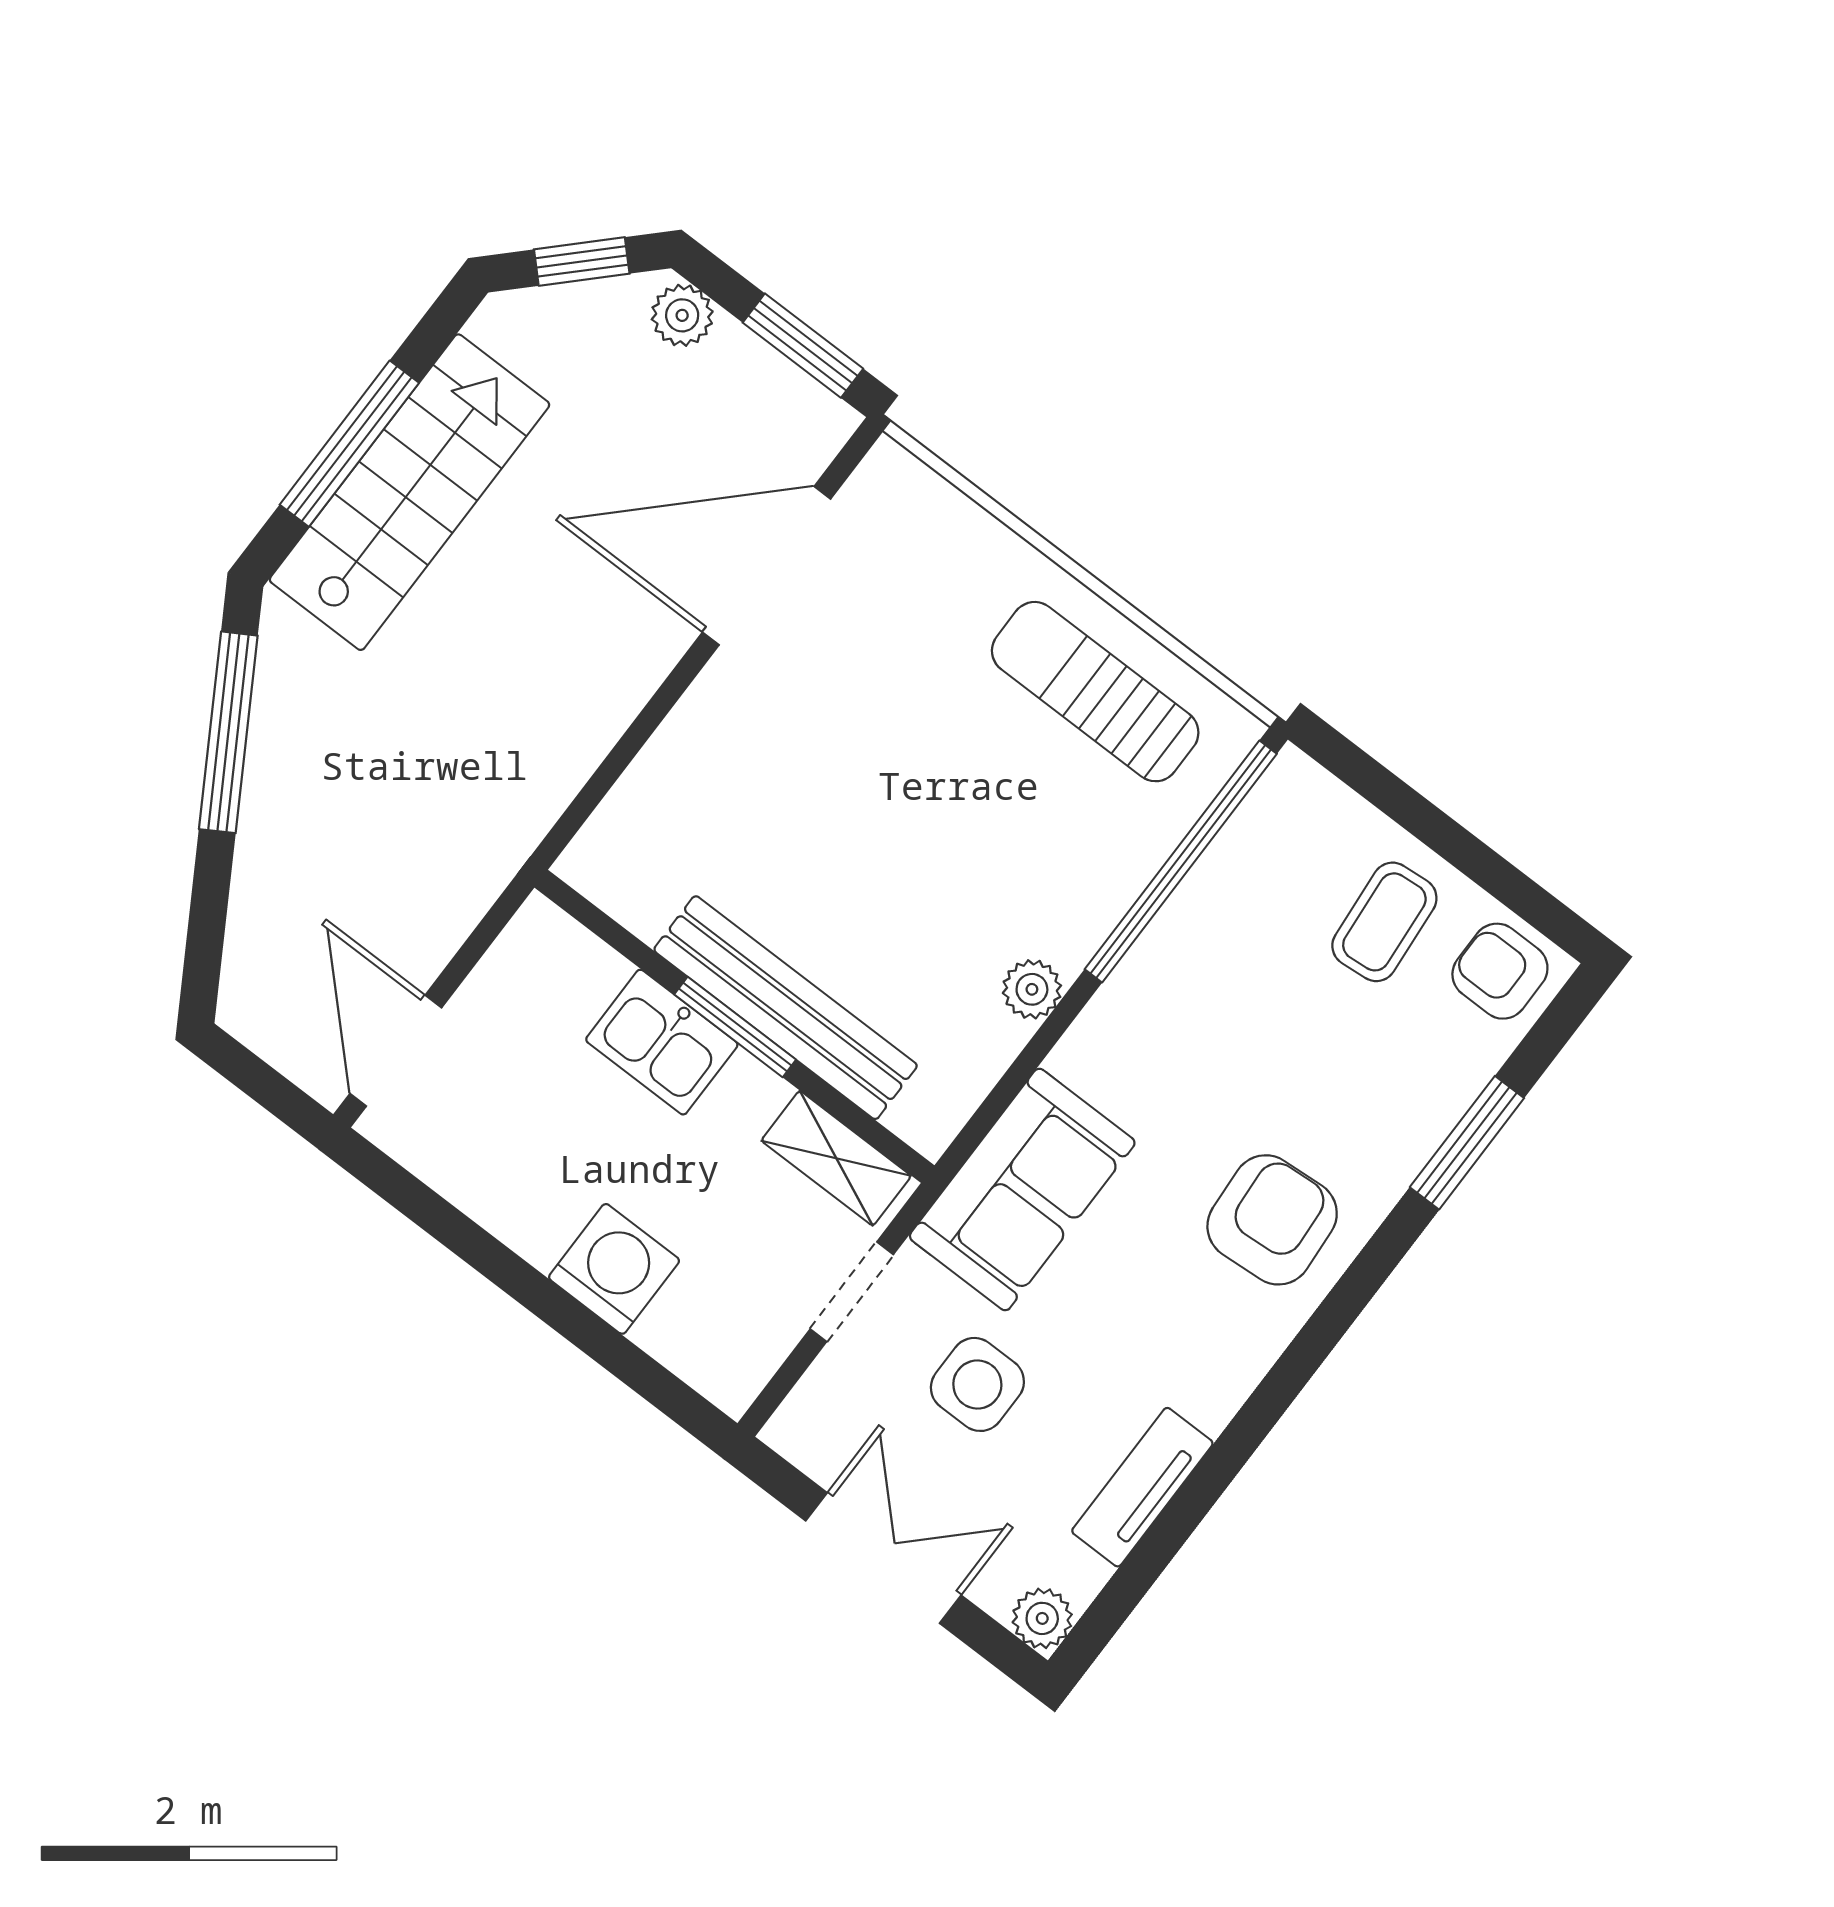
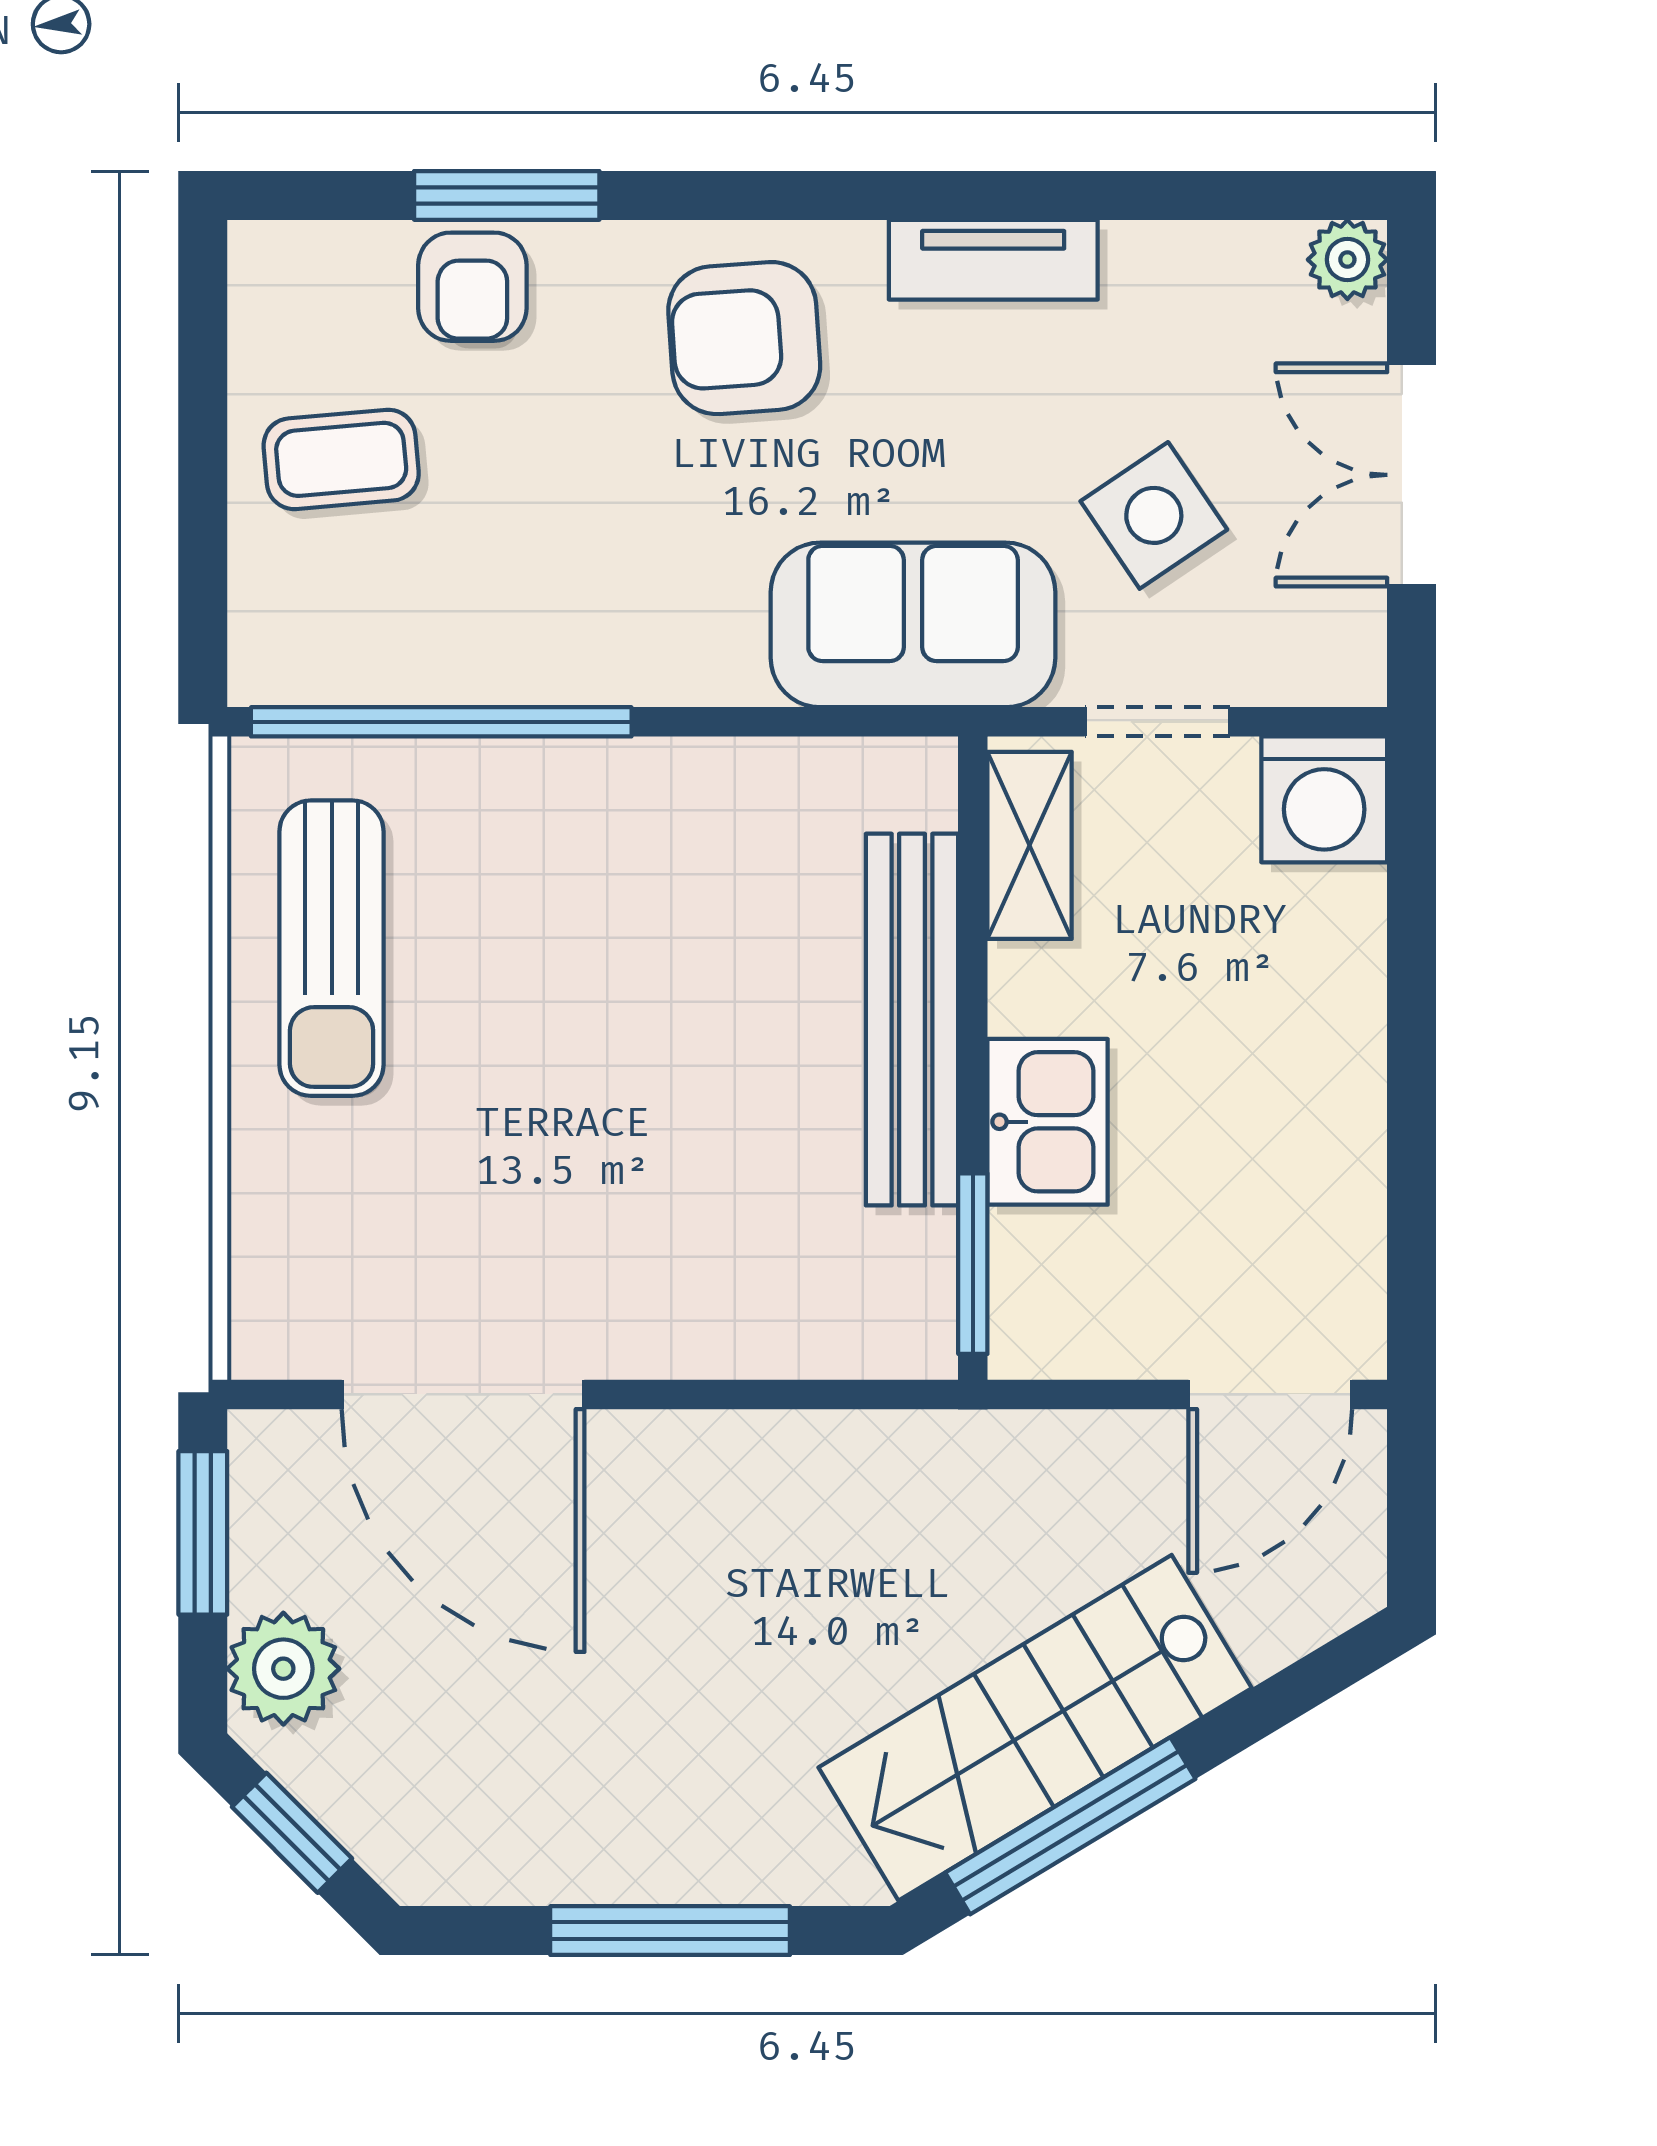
plant: (682, 315) -> (283, 1669), width x1.38, depth x1.38
stairs: (410, 492) -> (1035, 1728), moved, turned -31
armchair: (1500, 971) -> (472, 287), moved
plant: (1032, 989) -> (695, 775), removed
window: (735, 1027) -> (973, 1264), moved
washing machine: (614, 1269) -> (1324, 799), moved, turned -90
side table: (977, 1384) -> (1154, 515), turned -34
tv unit: (1142, 1487) -> (993, 260), moved

